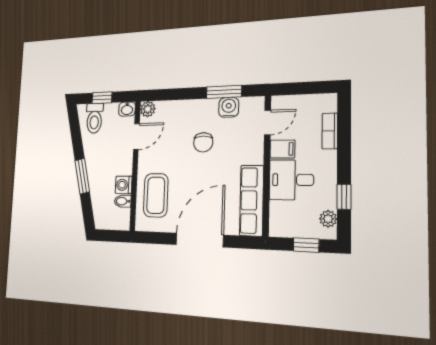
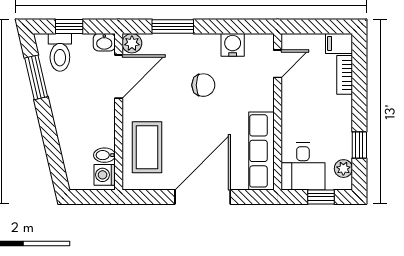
window: (224, 92) -> (173, 26), moved
door: (136, 137) -> (119, 77), width x1.38
chair: (203, 142) -> (203, 85), turned -90
filing cabinet: (282, 149) -> (339, 43), moved, turned 180
window: (82, 176) -> (36, 77), moved
desk: (291, 180) -> (303, 166), moved, turned -90
washing machine: (124, 185) -> (105, 175), moved

